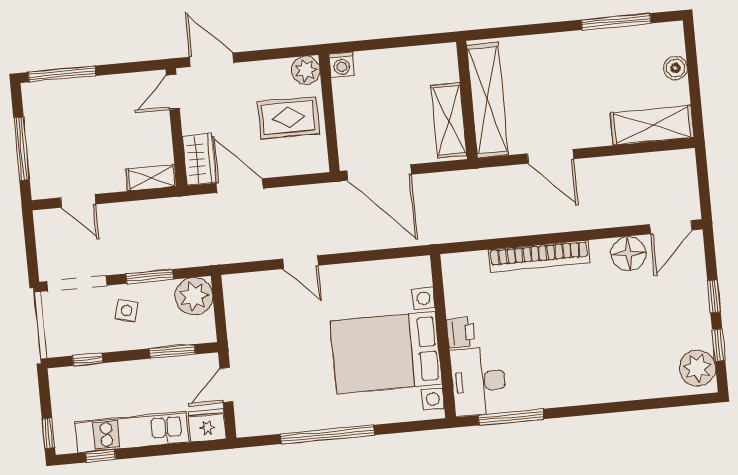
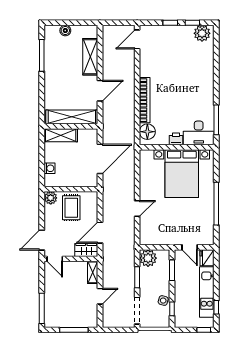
washing machine: (342, 65) -> (49, 168), moved
shelving: (449, 120) -> (61, 135), moved
shelving: (652, 125) -> (90, 57), moved
door: (379, 173) -> (100, 159), moved
door: (78, 201) -> (100, 296), moved
door: (671, 227) -> (137, 39), swing flipped
floor lamp: (629, 254) -> (147, 132), moved
side table: (126, 310) -> (163, 301), moved

